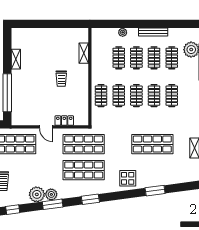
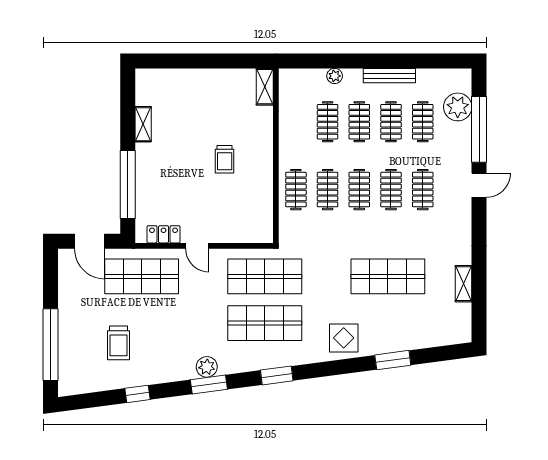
shelving: (84, 53) -> (265, 87), moved
locker: (64, 121) -> (164, 234), moved
plant: (37, 194) -> (181, 367), removed

